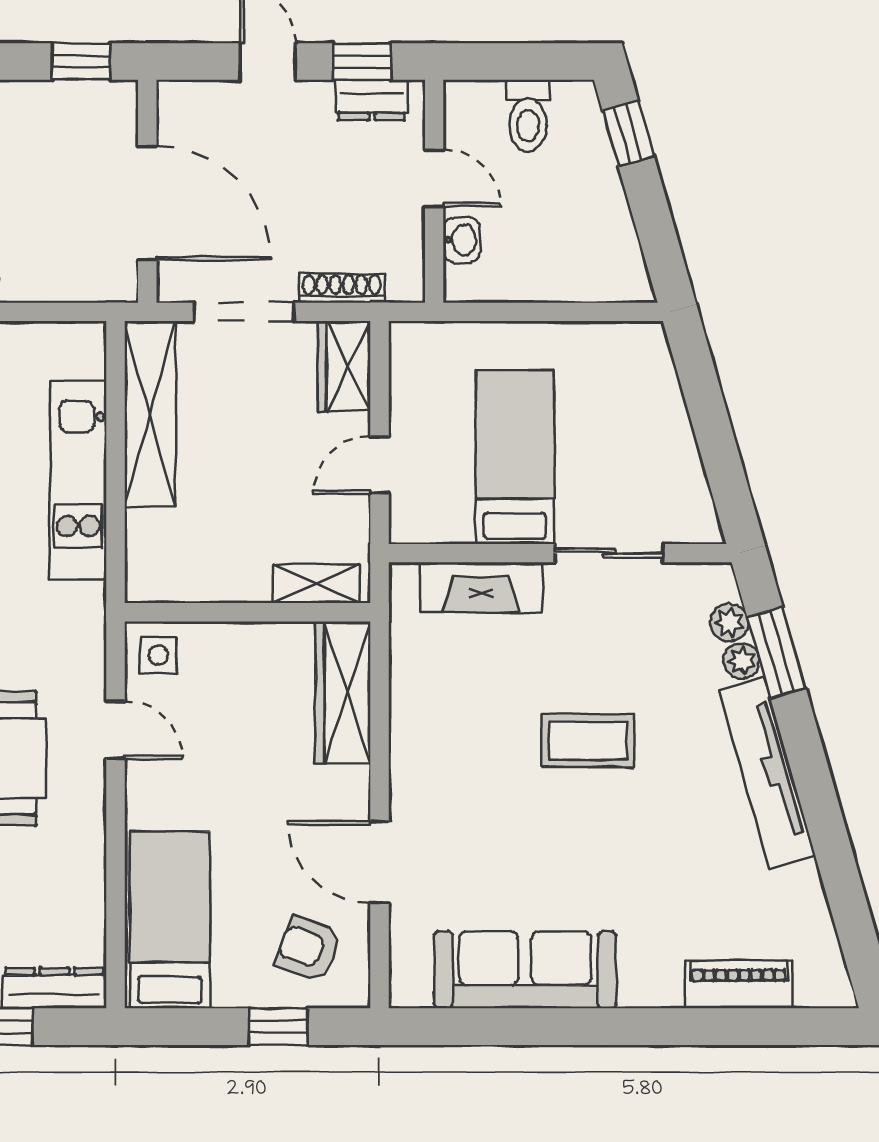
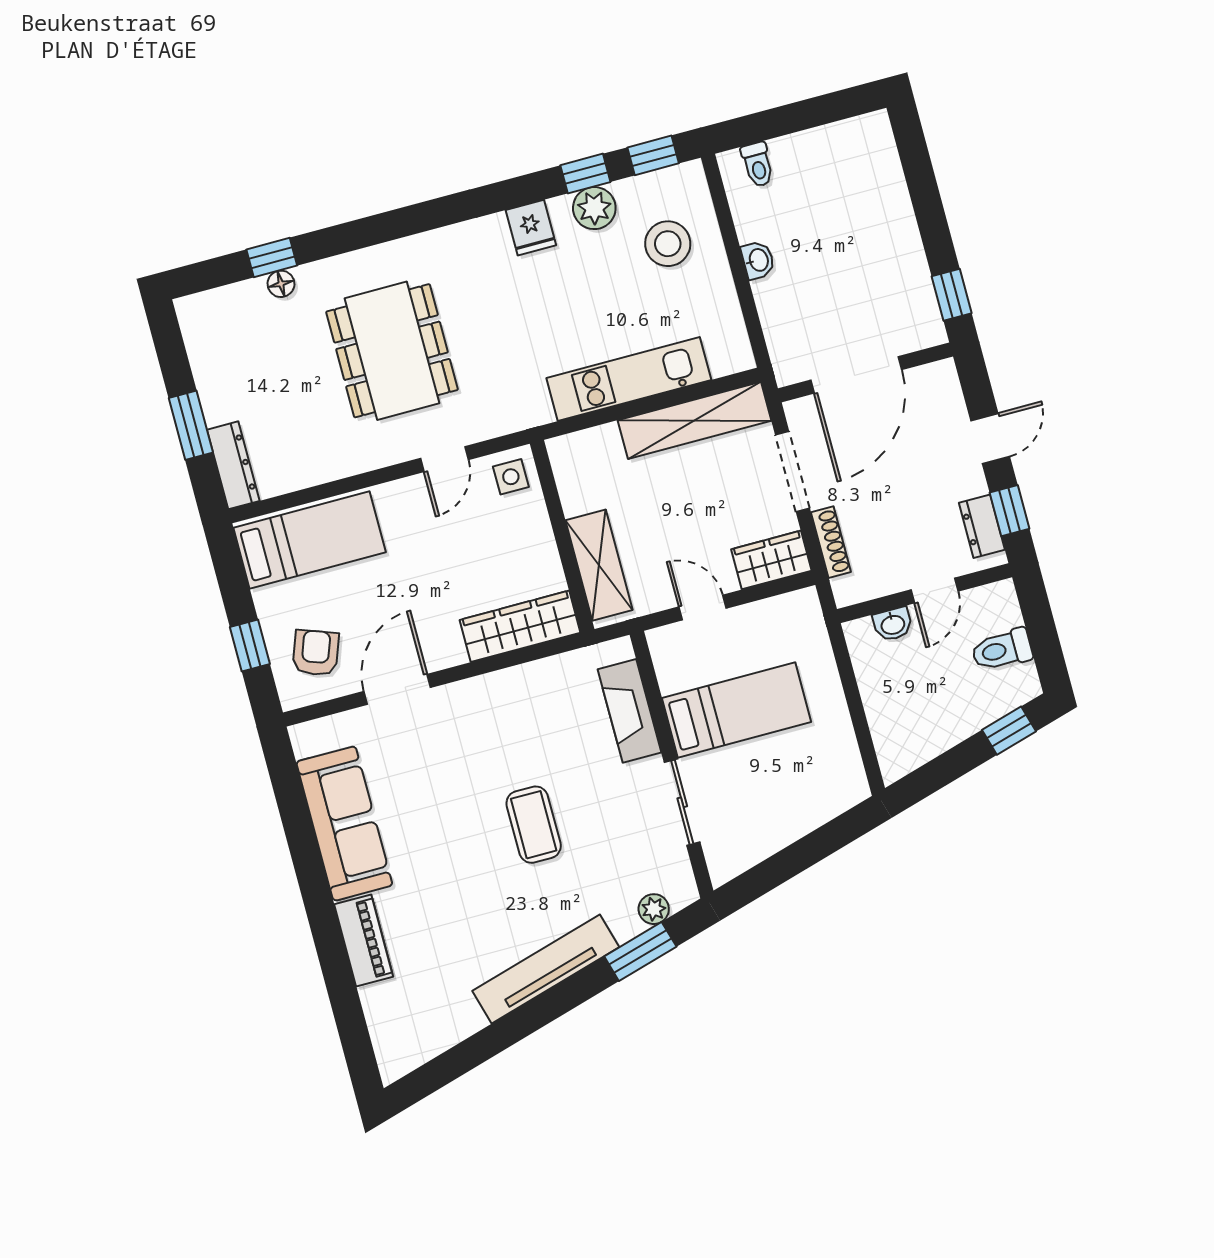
shelving: (316, 584) -> (599, 565), width x1.50, depth x1.33
plant: (741, 661) -> (627, 926), removed
piano: (739, 984) -> (364, 940), moved

